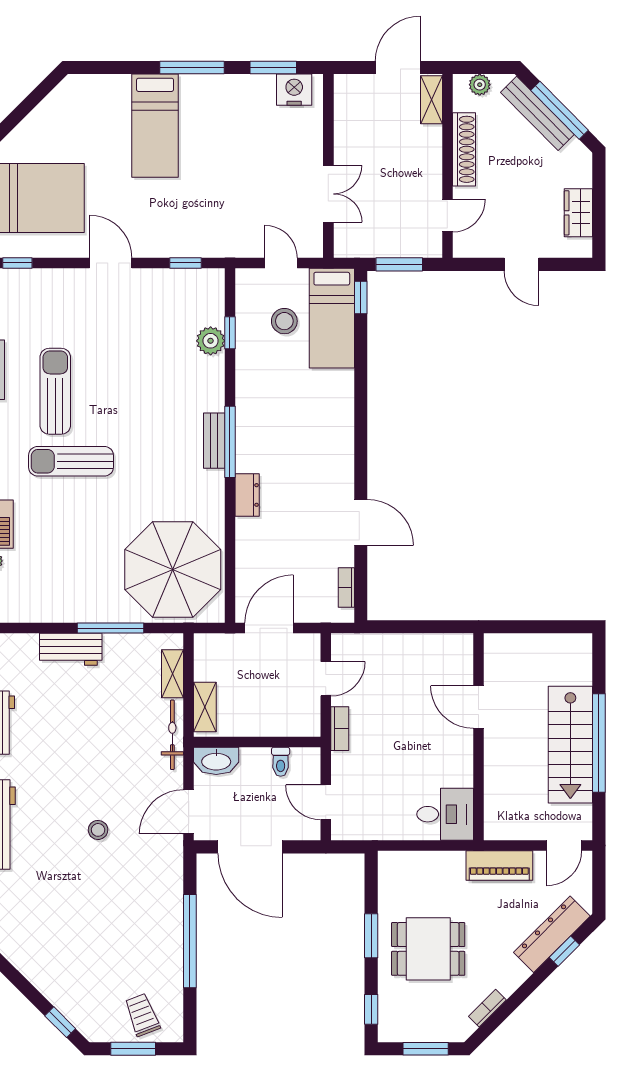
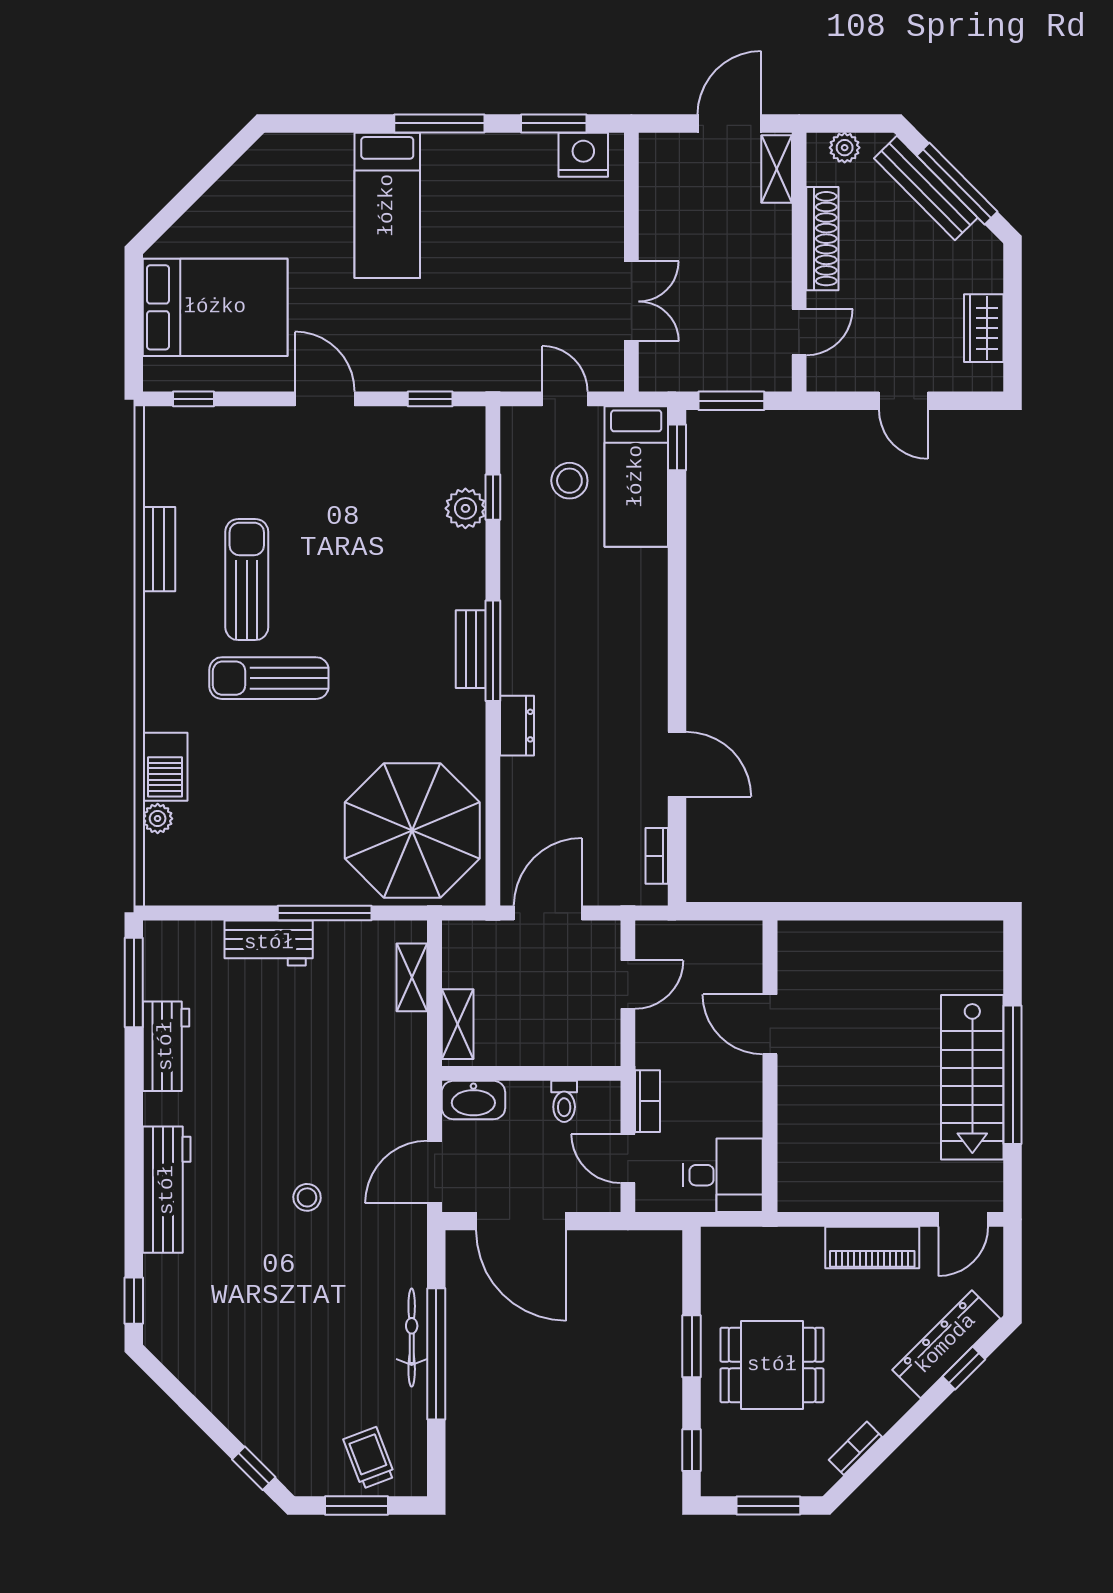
door: (479, 707) -> (770, 1024), moved
bookcase: (340, 729) -> (647, 1101), moved
bicycle: (172, 735) -> (412, 1338), moved
wall: (479, 737) -> (770, 1066), moved
desk: (445, 814) -> (723, 1175), moved

